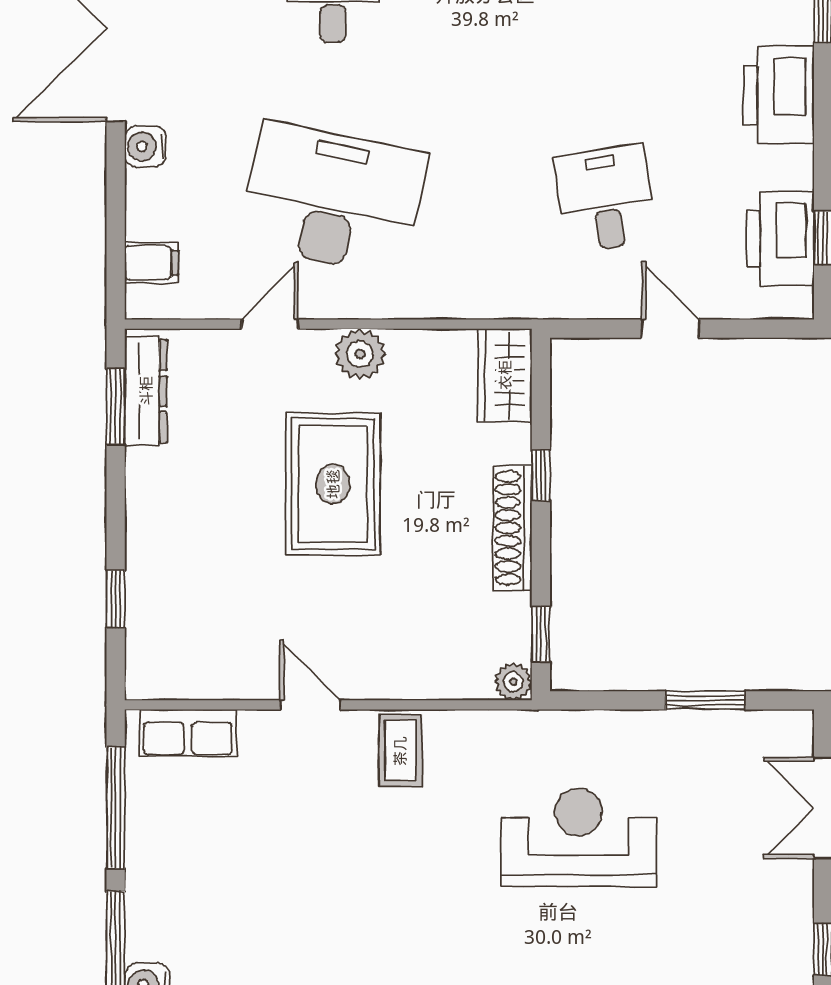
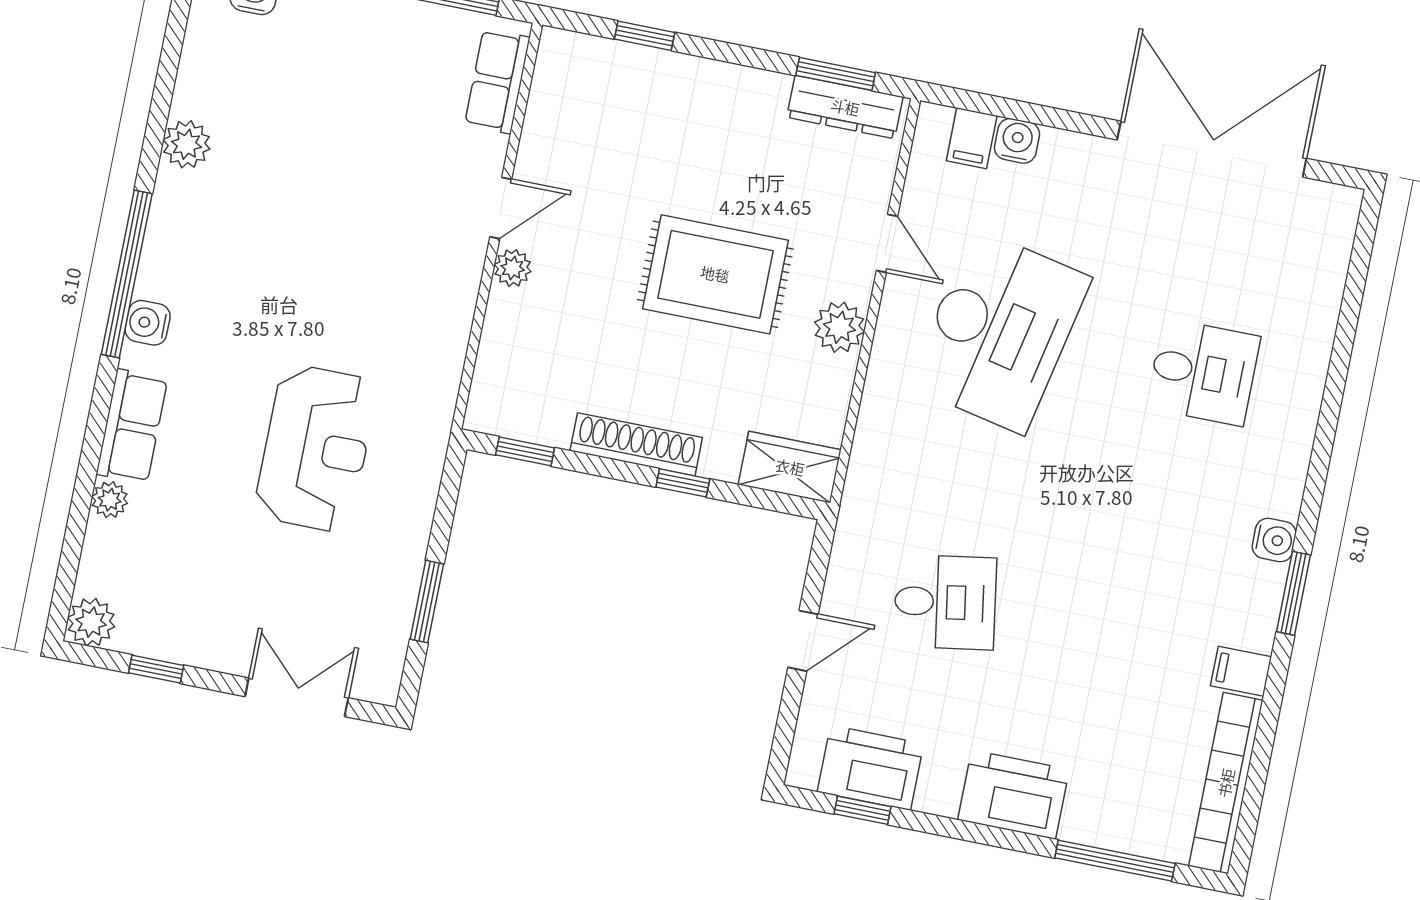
water cooler: (145, 146) -> (1017, 141), moved
plant: (513, 682) -> (513, 268), moved
coffee table: (400, 751) -> (437, 289), removed

